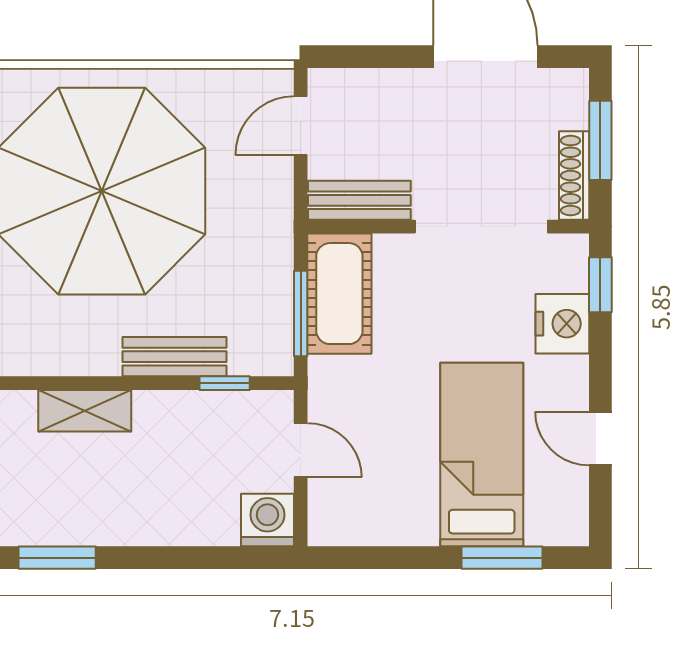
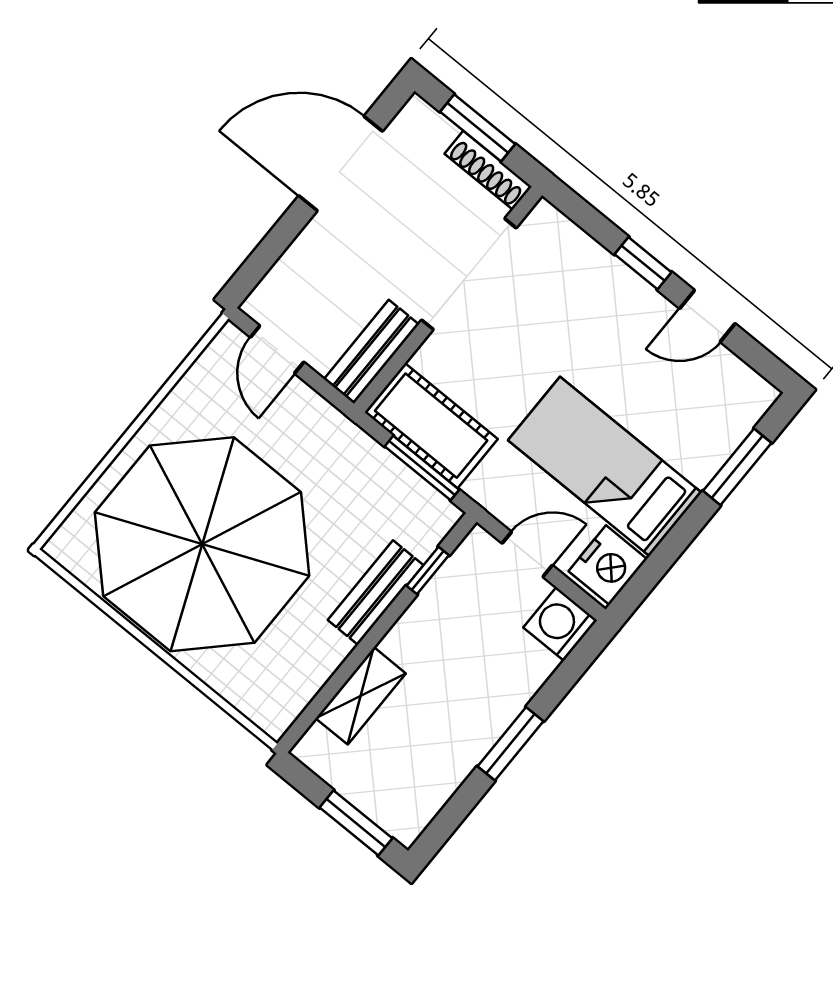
window: (600, 285) -> (643, 263), moved
nightstand: (562, 324) -> (608, 565), moved, turned 90
bed: (482, 455) -> (605, 466), moved
window: (57, 558) -> (511, 744), moved

